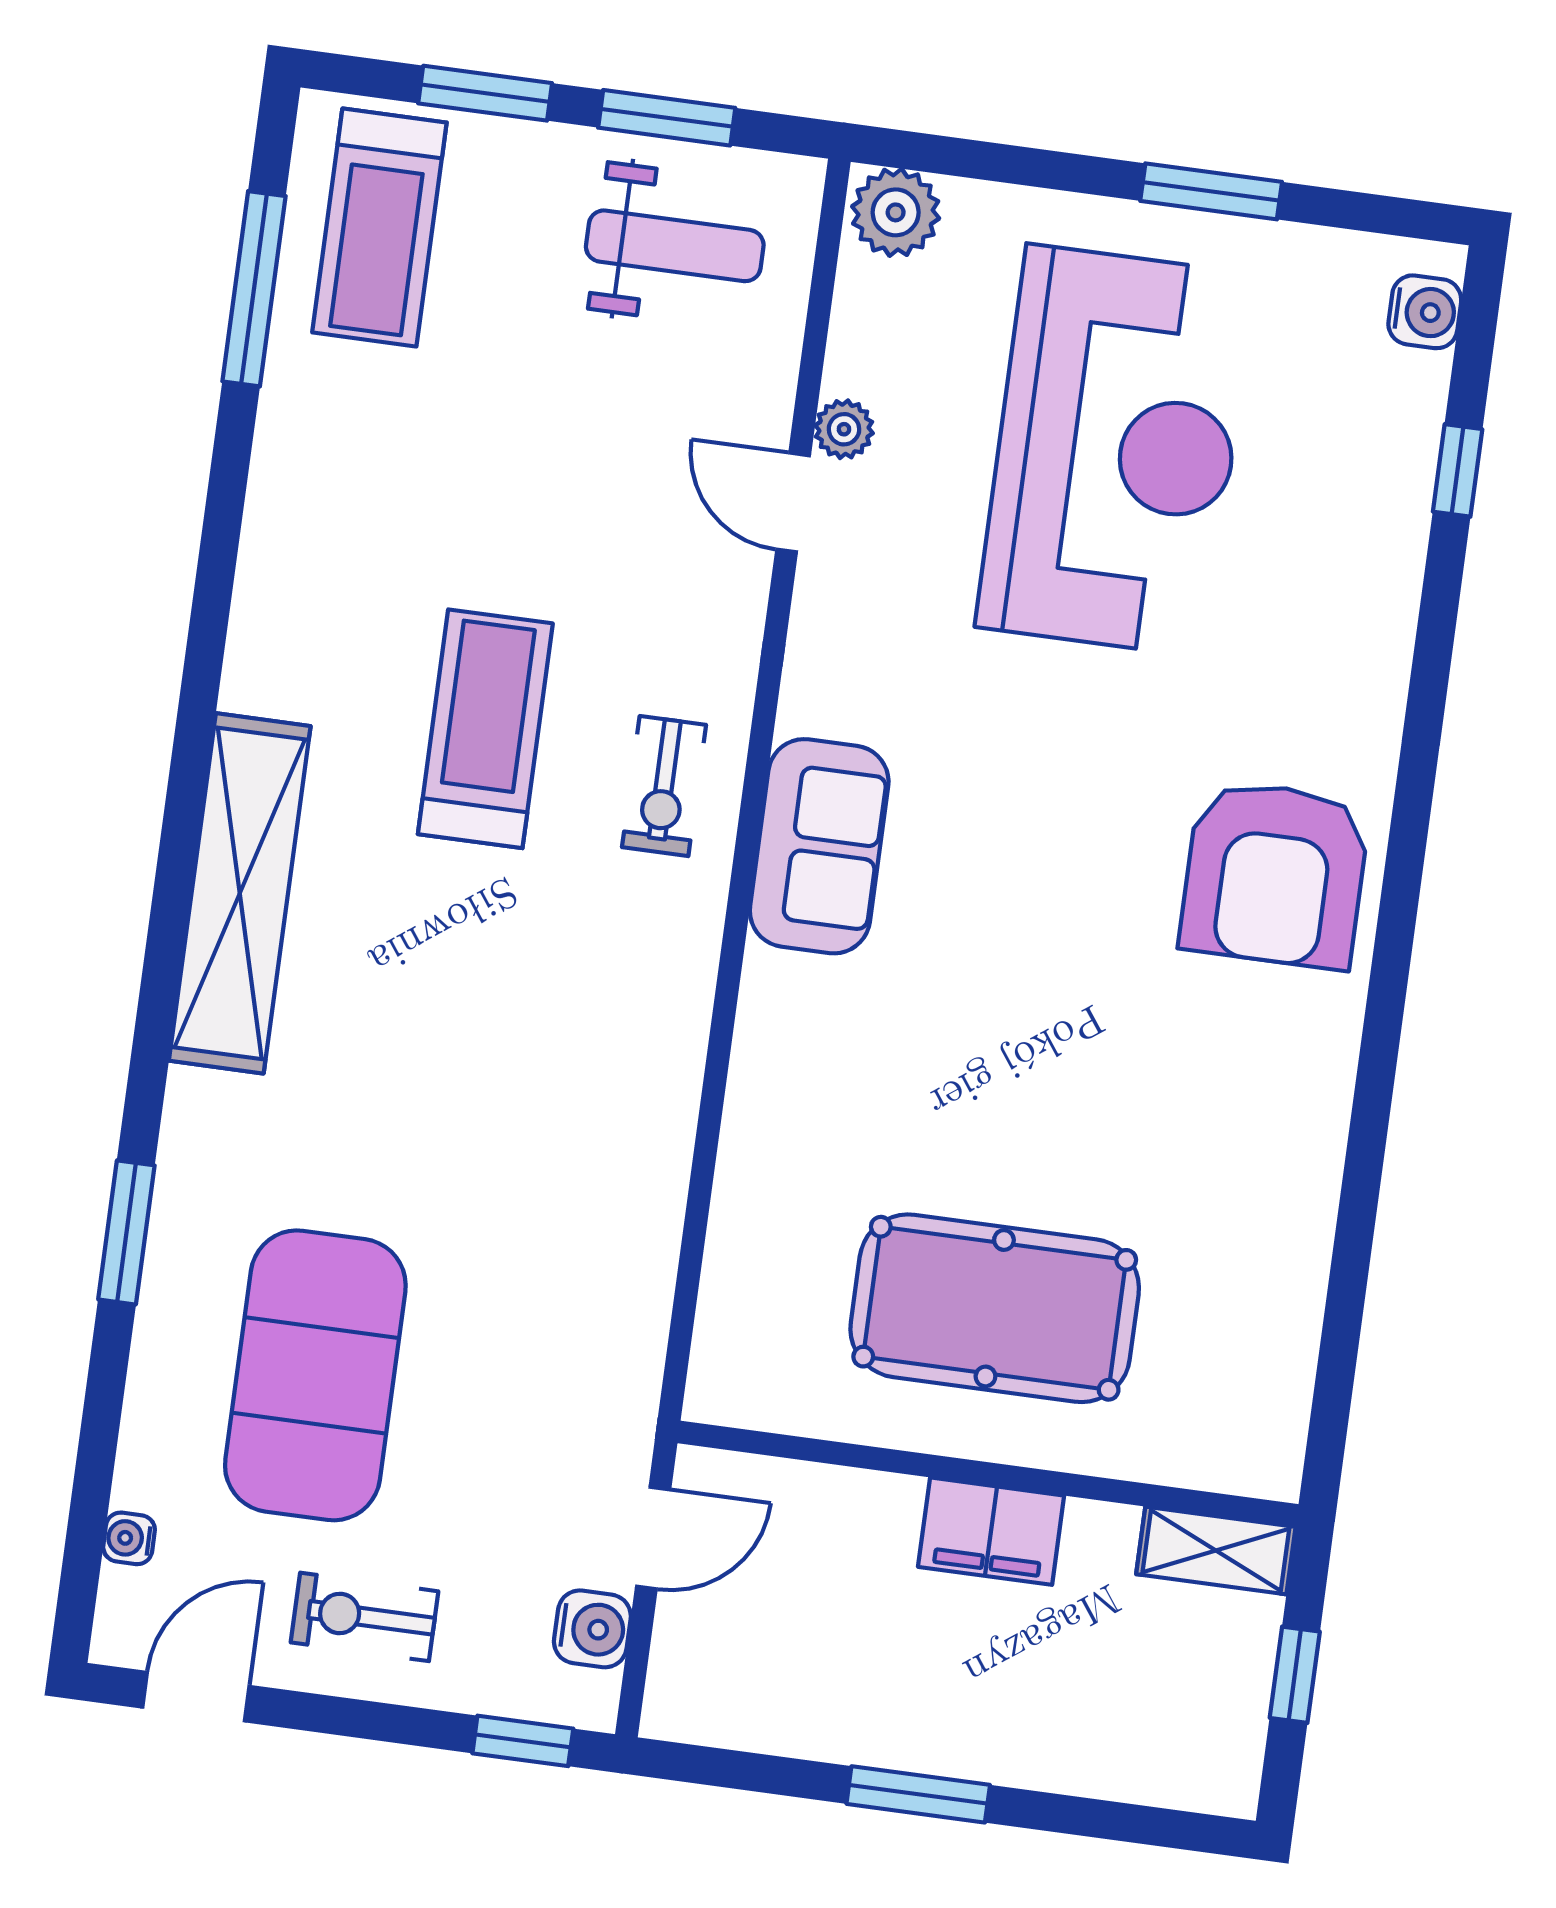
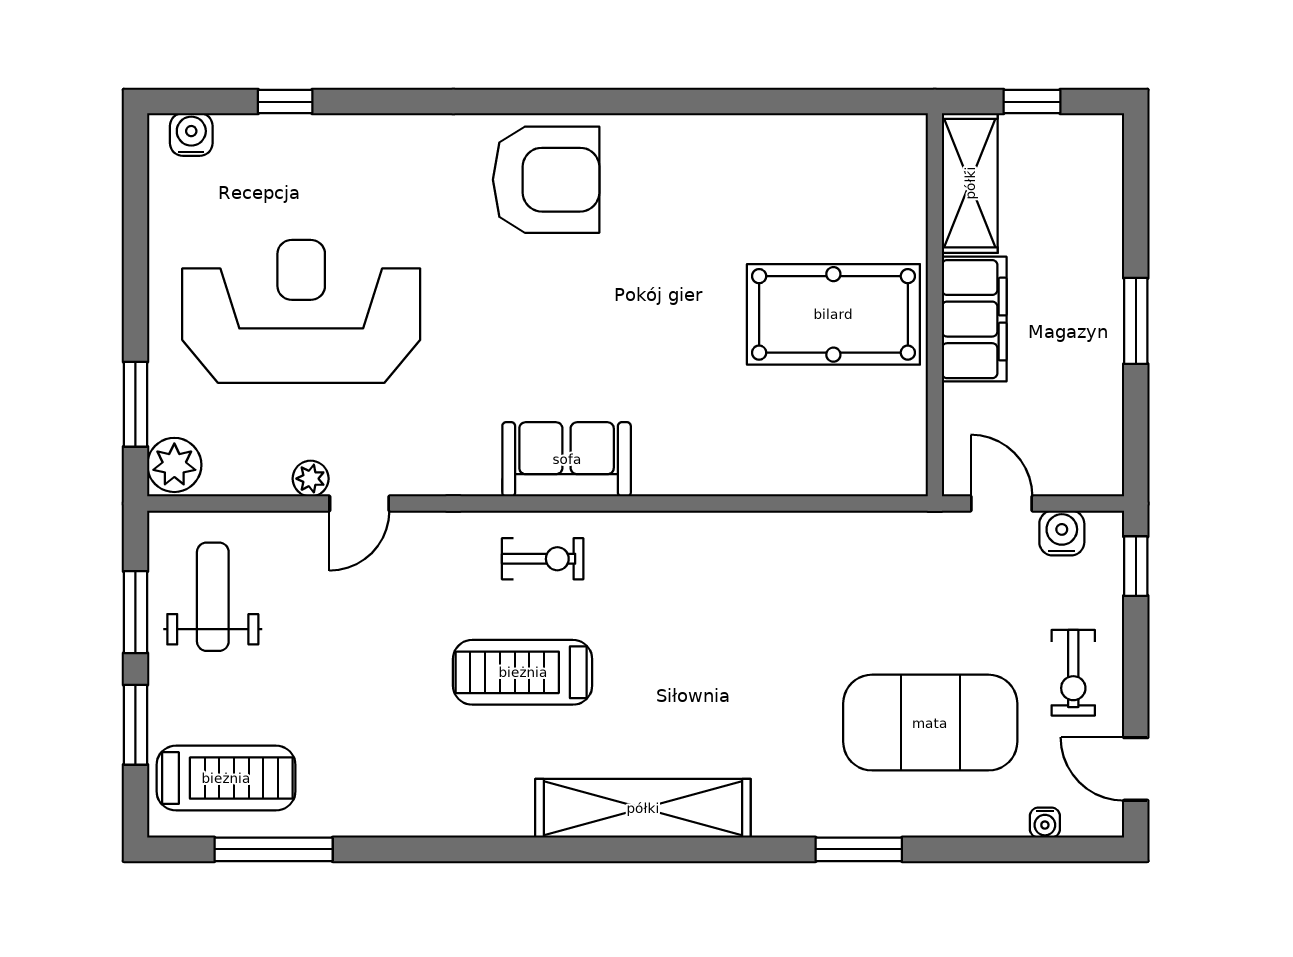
window: (1211, 191) -> (135, 404), moved
pool table: (995, 1308) -> (833, 314), turned 90
filing cabinet: (991, 1531) -> (974, 319), width x1.50, depth x1.17
shelving: (1216, 1550) -> (970, 183), width x1.50, depth x1.33

